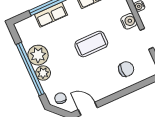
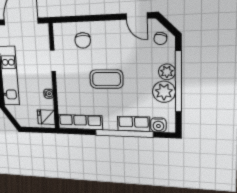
water cooler: (129, 21) -> (158, 125), moved, turned -90
chair: (126, 69) -> (83, 40), turned -90

